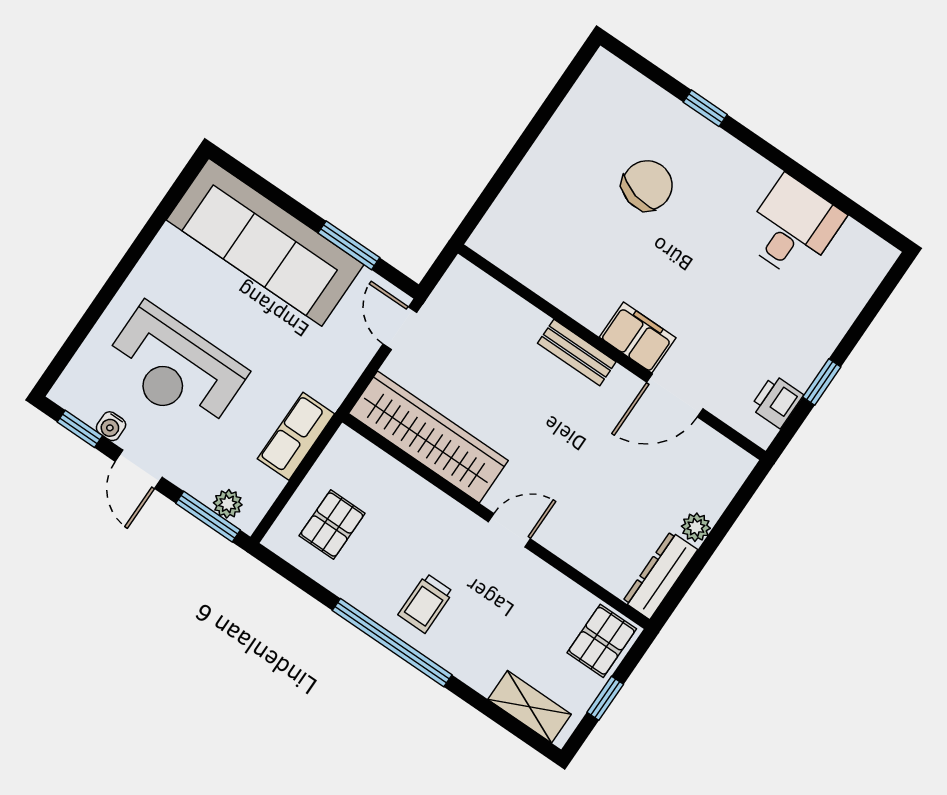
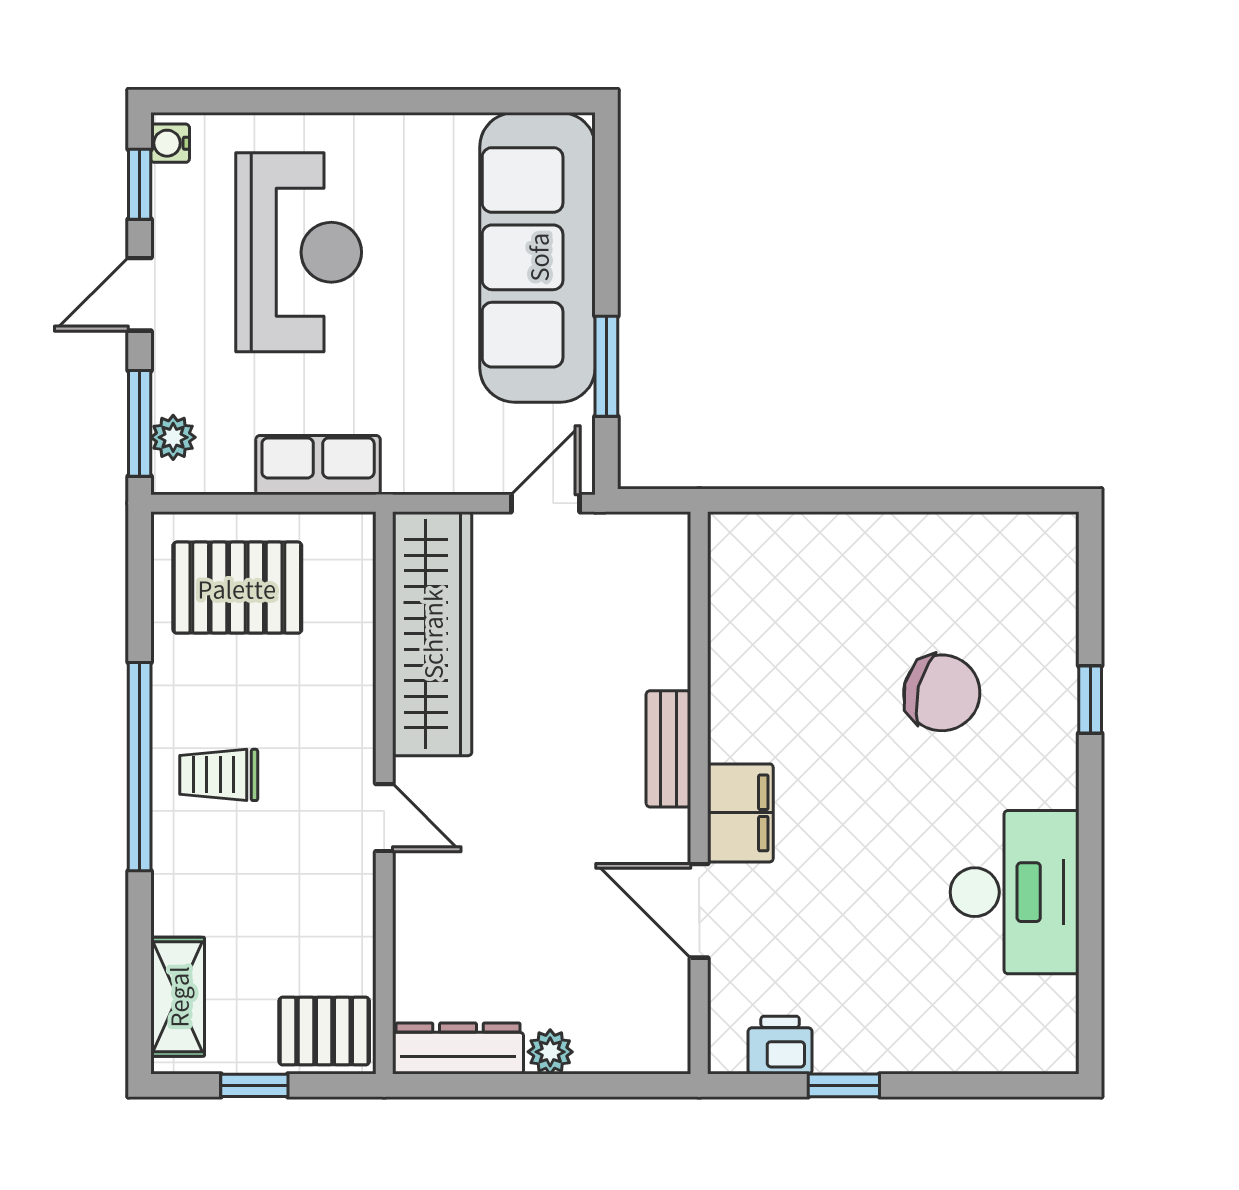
desk: (793, 228) -> (1015, 892), width x1.37
reception desk: (175, 368) -> (299, 252), turned 180
water cooler: (111, 426) -> (170, 143), moved
pallet: (332, 525) -> (237, 588), width x1.50, depth x1.42

